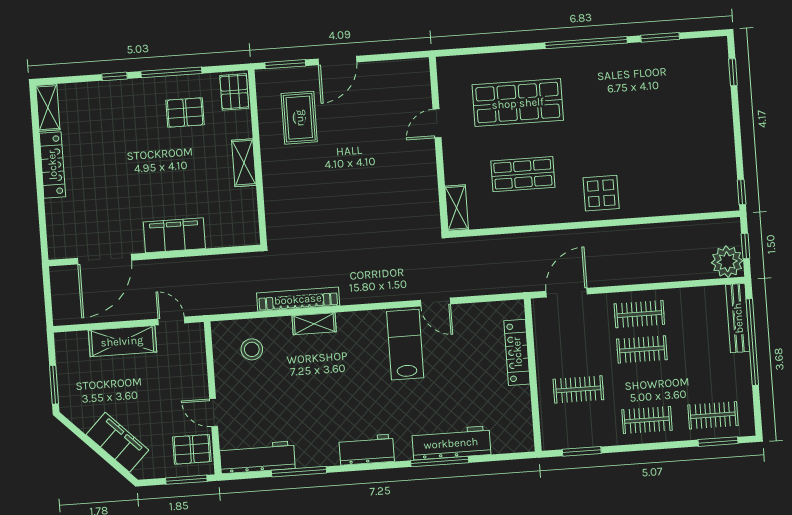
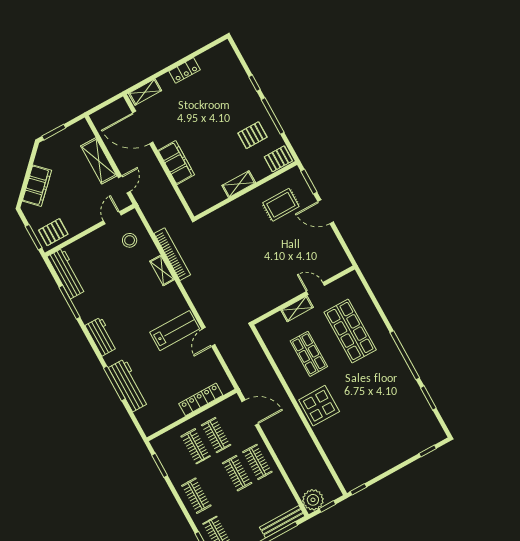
shelving: (48, 108) -> (145, 92), moved
pallet: (185, 112) -> (252, 135), turned 90
locker: (52, 165) -> (185, 70), width x0.66
display table: (601, 193) -> (319, 406), width x1.36, depth x1.36
shelving: (457, 208) -> (297, 309), moved
clothes rail: (576, 354) -> (216, 435), added
door: (214, 413) -> (112, 218), moved
pallet: (192, 449) -> (53, 232), turned 90

